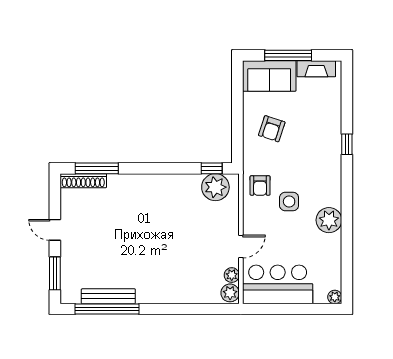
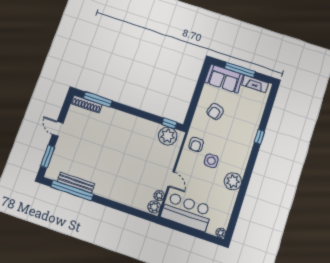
door: (241, 247) -> (171, 179), hinge flipped

